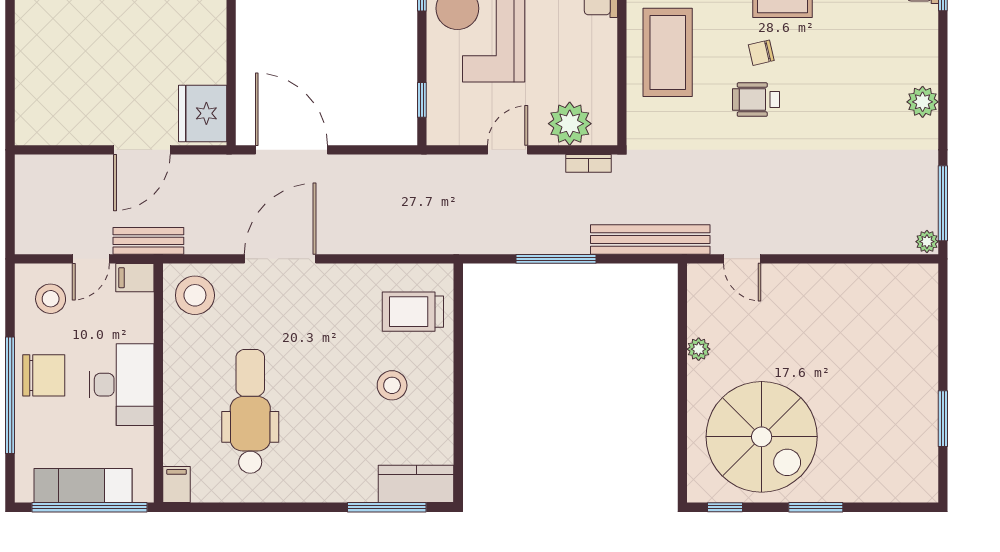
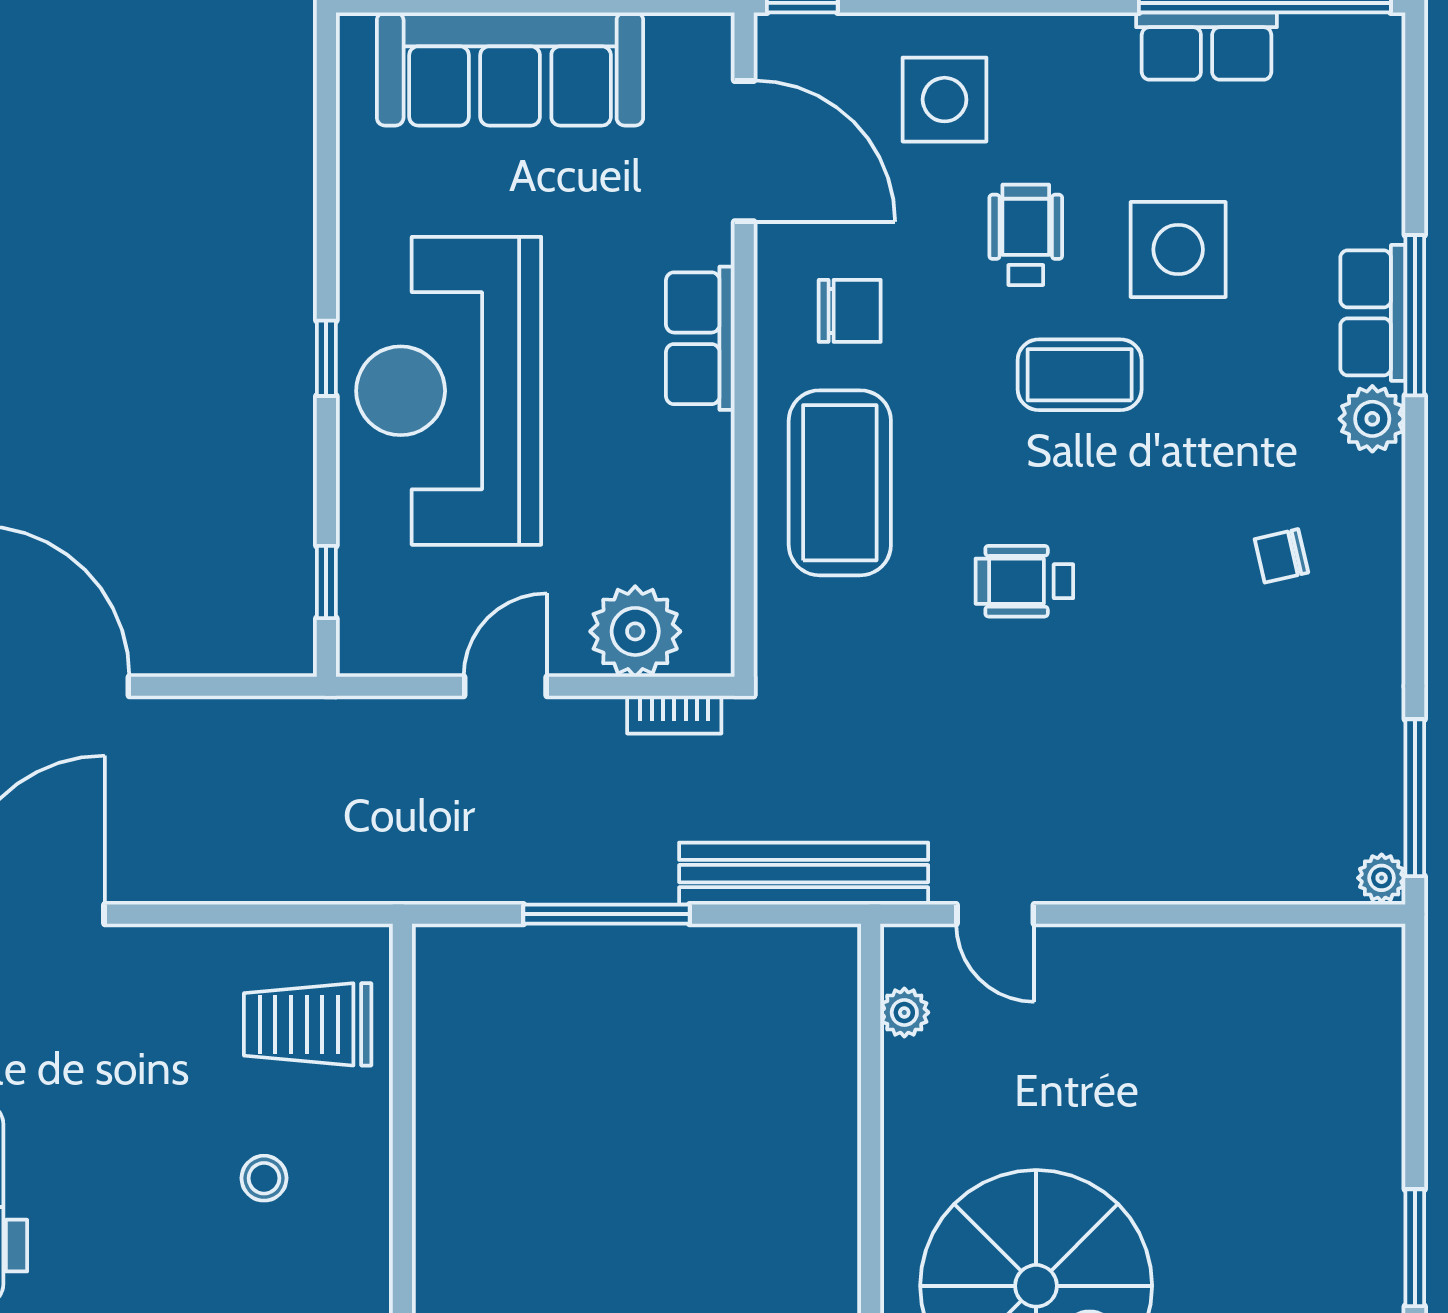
chair: (761, 53) -> (1281, 556), moved
plant: (923, 102) -> (1372, 419), moved
plant: (699, 349) -> (904, 1012), moved
stool: (392, 385) -> (264, 1178), width x0.73, depth x0.73

